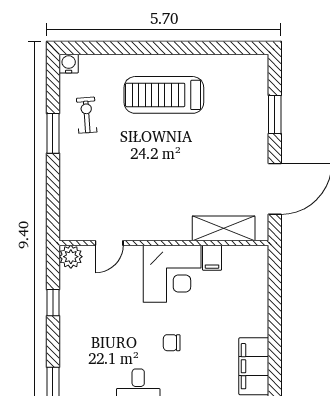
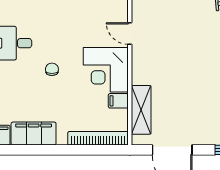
door: (109, 243) -> (130, 33), moved
bookcase: (260, 284) -> (98, 138), added

